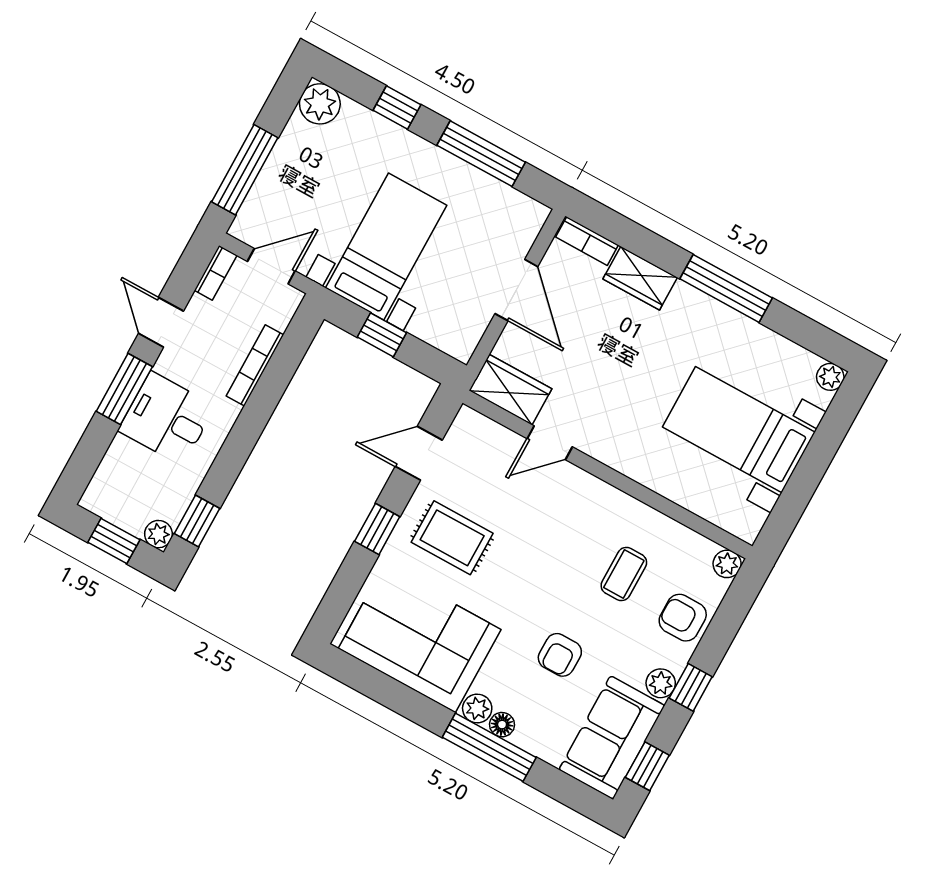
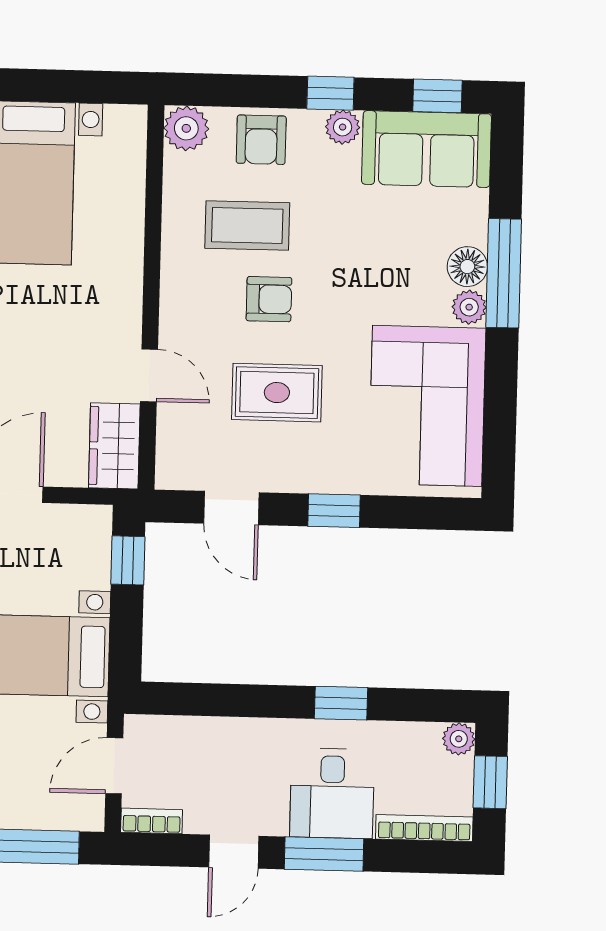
door: (271, 266) -> (114, 766), hinge flipped
window: (382, 335) -> (128, 560), moved
bookcase: (255, 365) -> (424, 828), moved, turned 180
window: (197, 521) -> (341, 703), moved
rug: (452, 538) -> (277, 393), moved, turned 90
plant: (727, 564) -> (186, 128), width x1.38, depth x1.38
coffee table: (624, 574) -> (247, 226), width x1.36, depth x1.30
armchair: (560, 655) -> (269, 299), moved
floor lamp: (502, 725) -> (467, 267), width x1.37, depth x1.37

